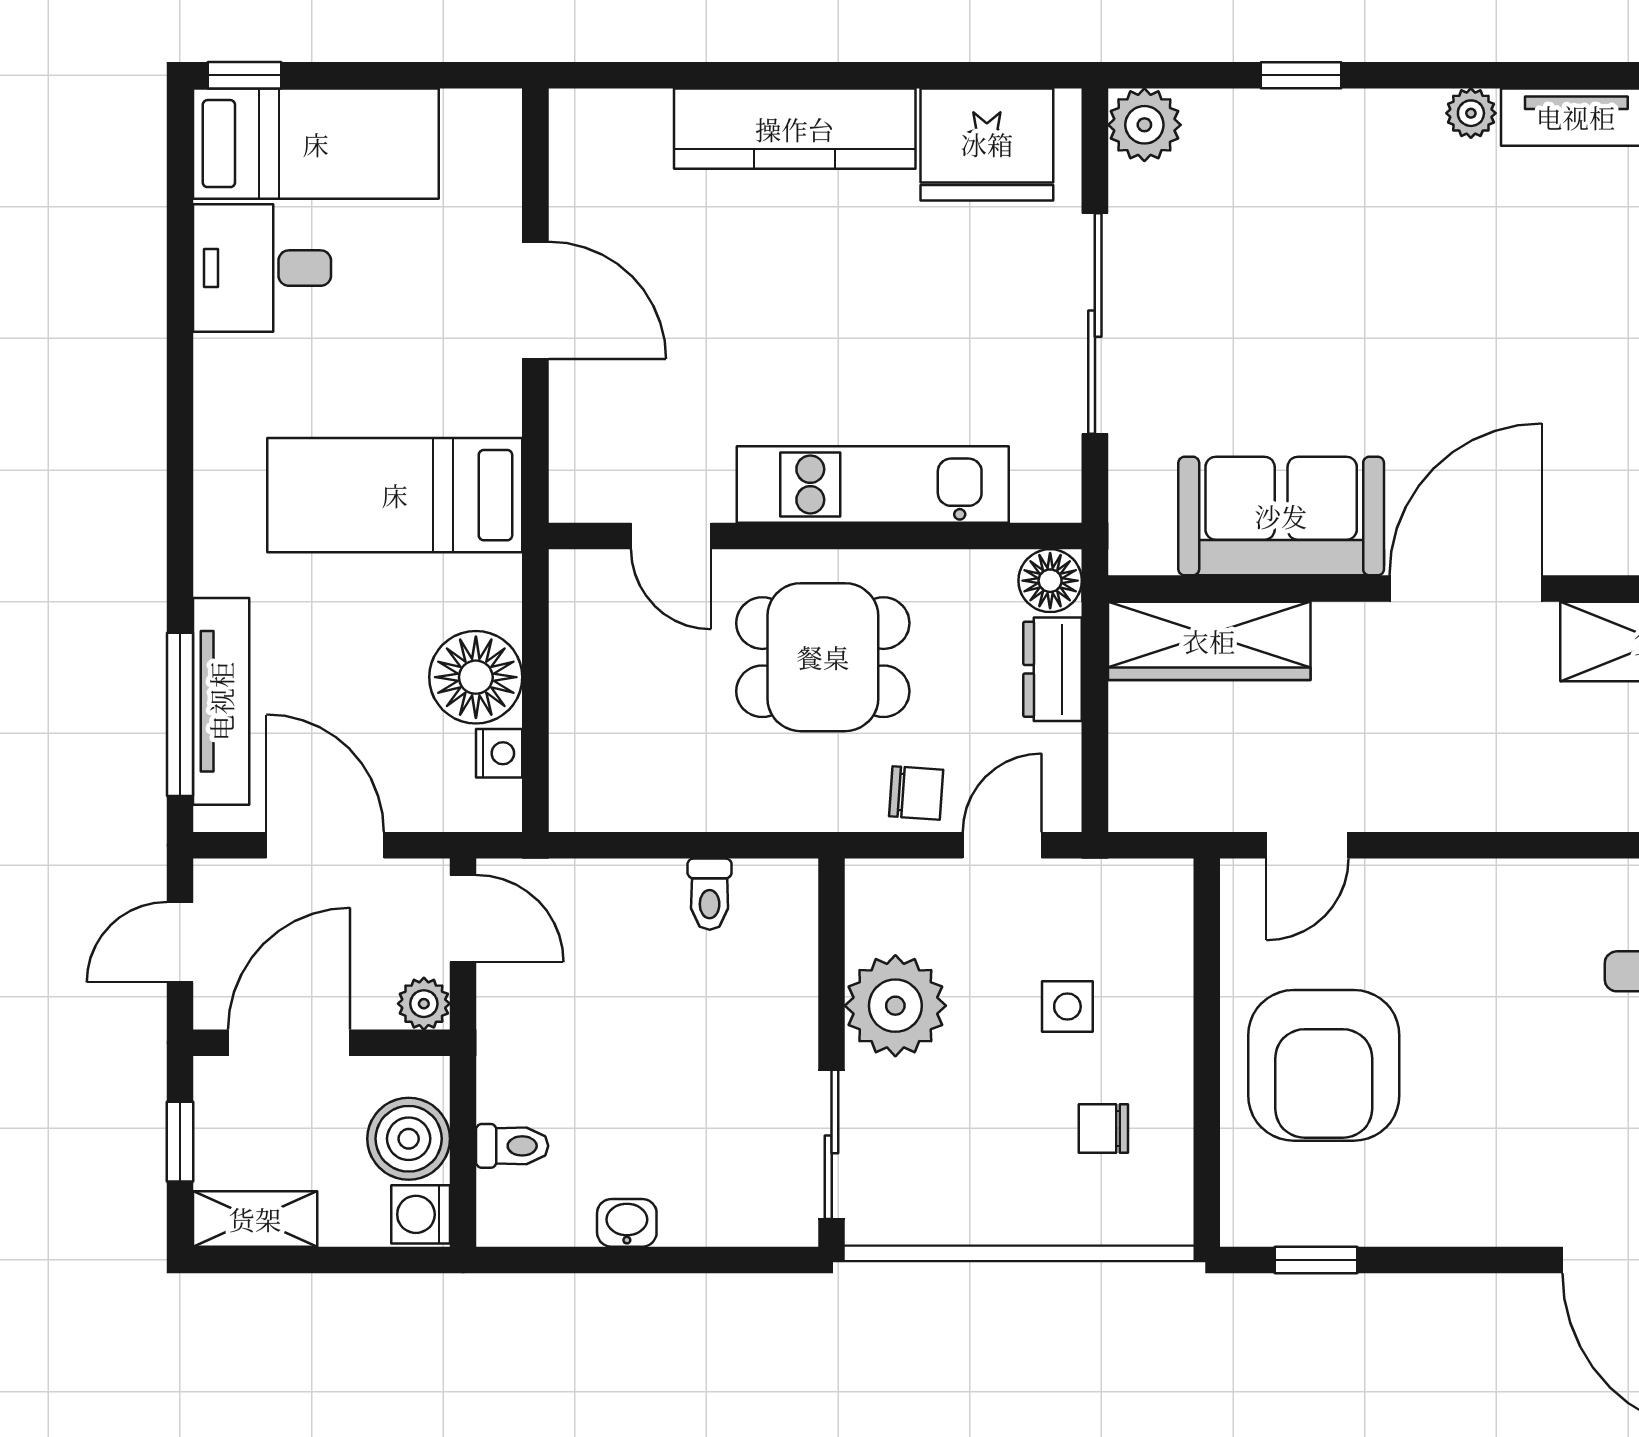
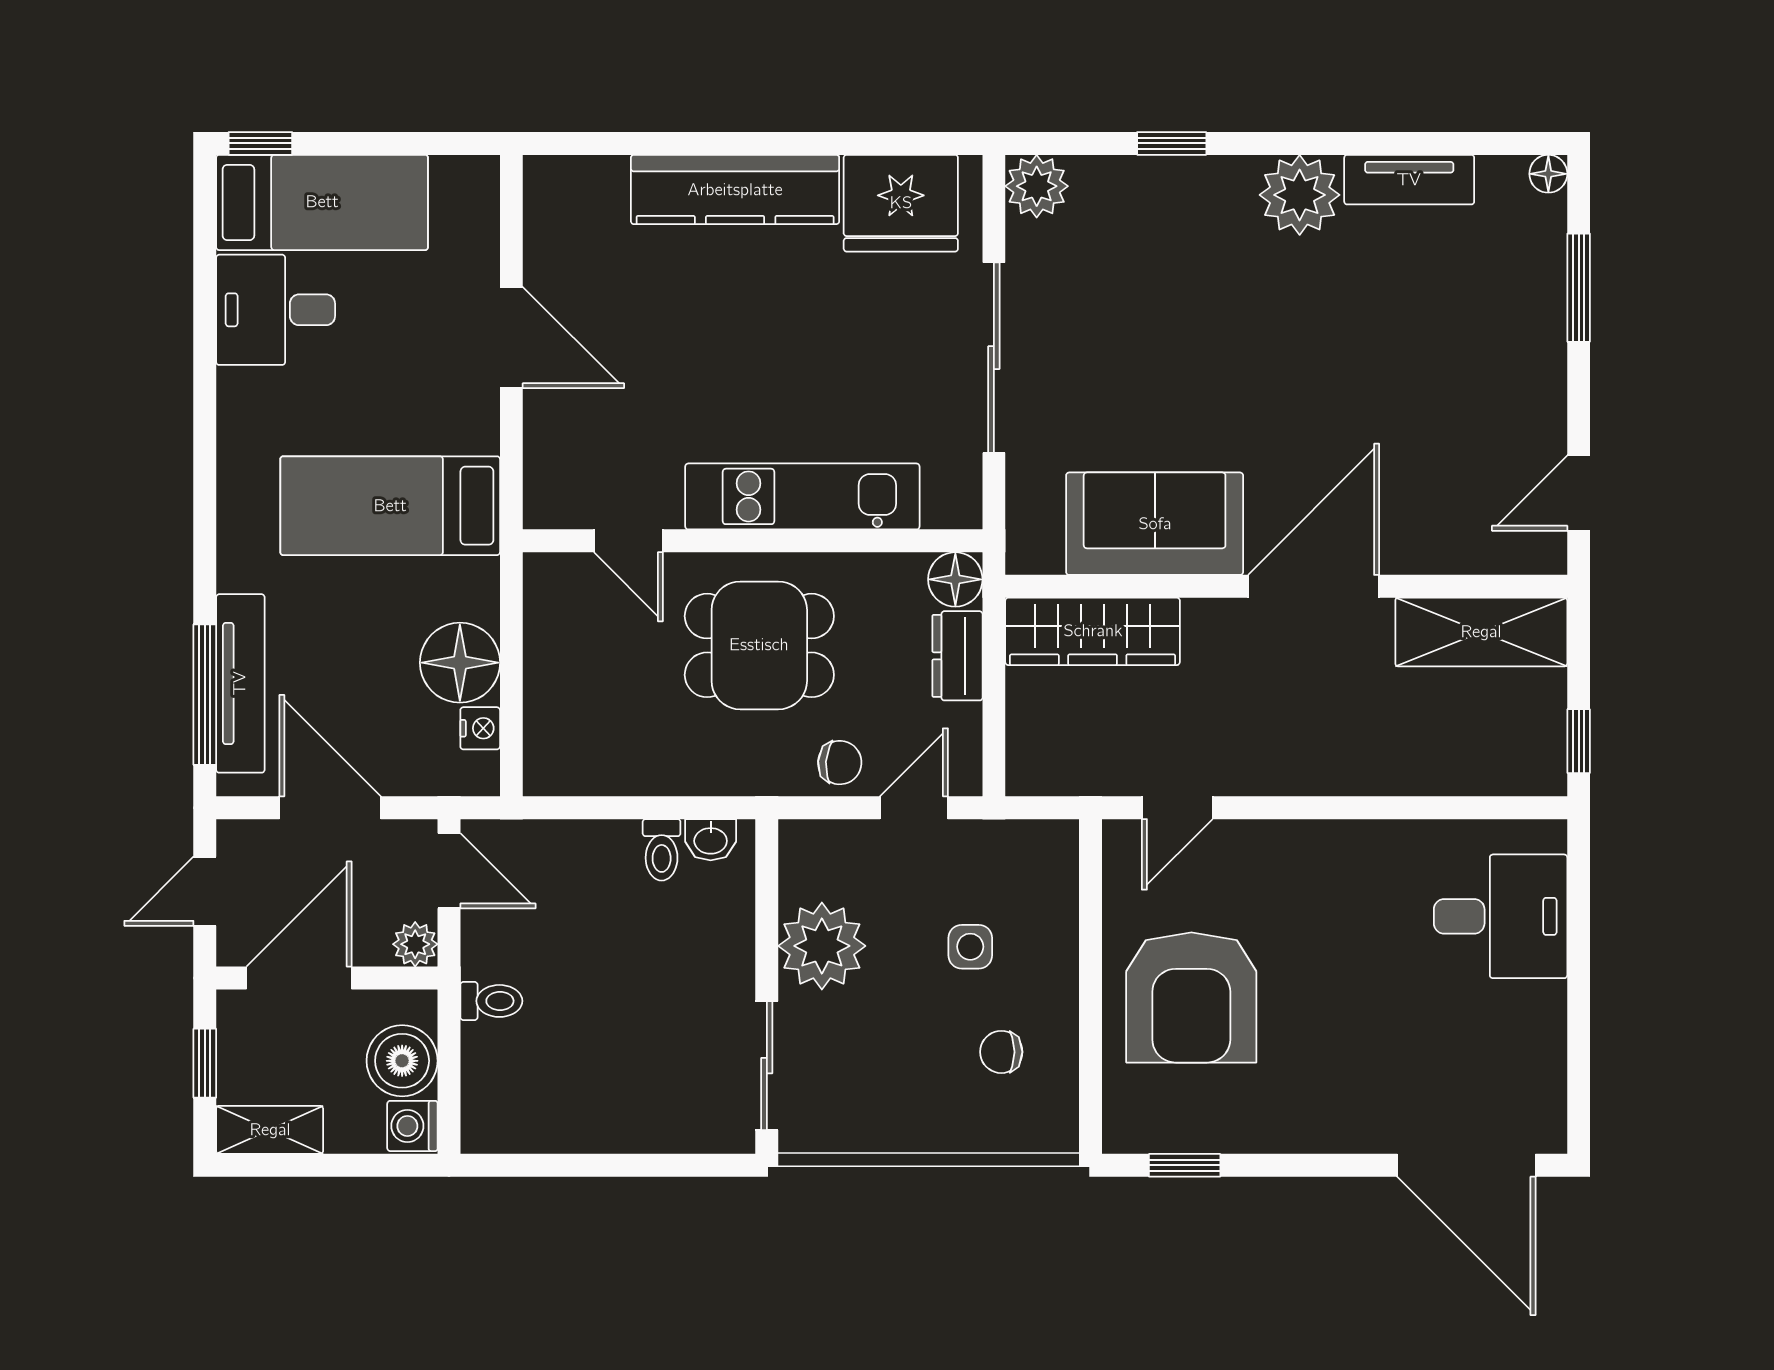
plant: (1471, 113) -> (1300, 195), width x1.88, depth x1.88
toilet: (512, 1146) -> (491, 1001), moved
washbasin: (627, 1223) -> (711, 840), moved, turned 180

